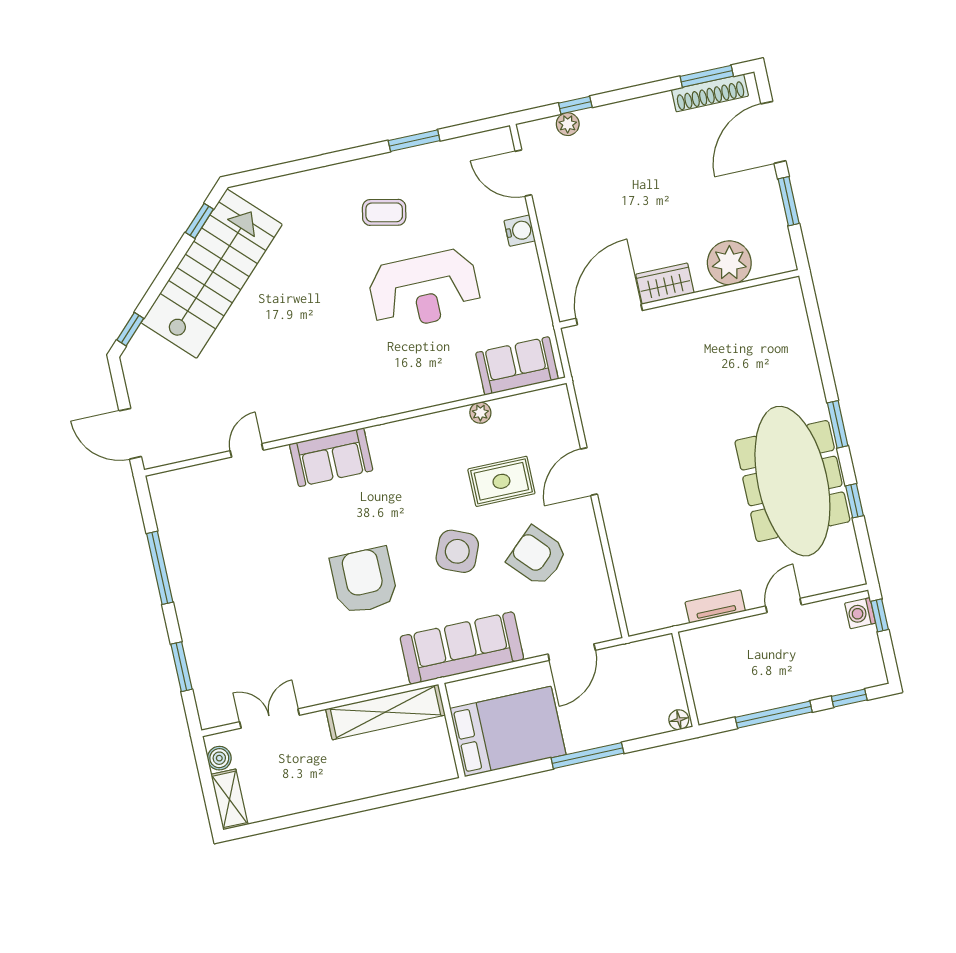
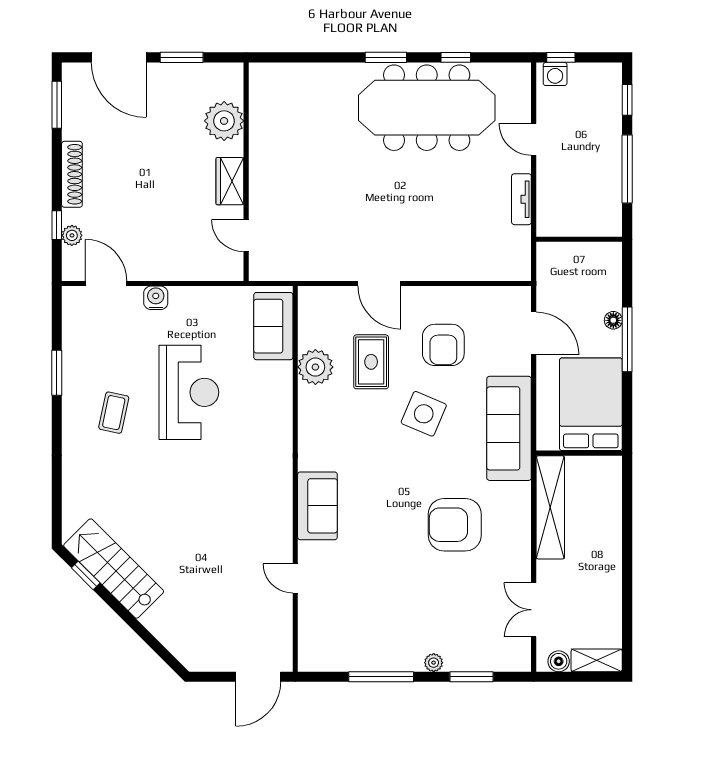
shoe rack: (710, 93) -> (72, 174), moved
door: (523, 173) -> (106, 283), swing flipped
stairs: (212, 274) -> (114, 569), width x0.73, depth x0.66
door: (609, 314) -> (246, 236), width x0.53
window: (130, 329) -> (167, 657), removed
plant: (480, 413) -> (315, 367), width x1.88, depth x1.88
armchair: (537, 556) -> (443, 345), turned -47
armchair: (364, 581) -> (455, 525), moved
plant: (188, 622) -> (434, 663), added
floor lamp: (679, 720) -> (613, 320), moved

